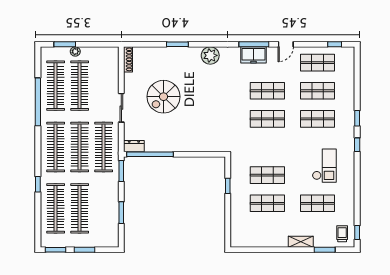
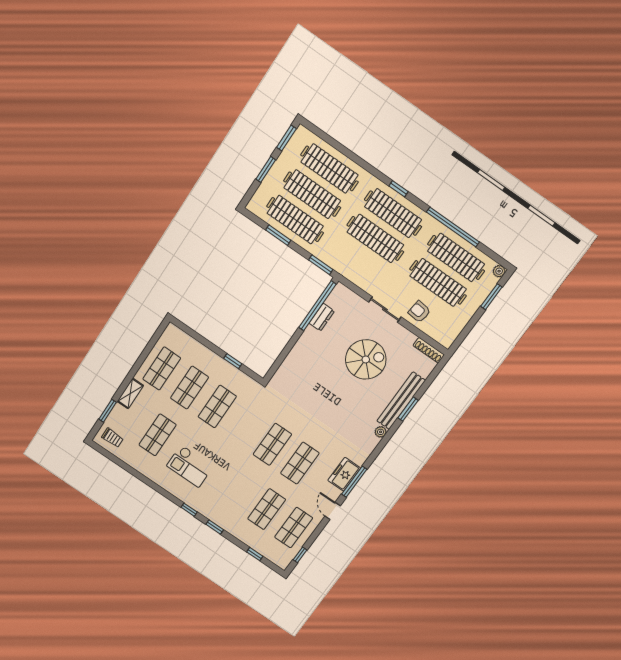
plant: (75, 51) -> (499, 271), moved
bench: (175, 53) -> (401, 401), added
plant: (210, 55) -> (381, 432), width x0.53, depth x0.53
armchair: (107, 84) -> (419, 312), added
spiral stairs: (163, 97) -> (366, 359), turned 90
shop shelf: (317, 119) -> (162, 369), moved
dresser: (134, 146) -> (322, 317), moved
clothes rail: (104, 147) -> (295, 220), moved
window: (38, 184) -> (399, 189), moved
window: (357, 232) -> (255, 554), moved

